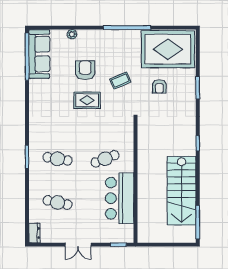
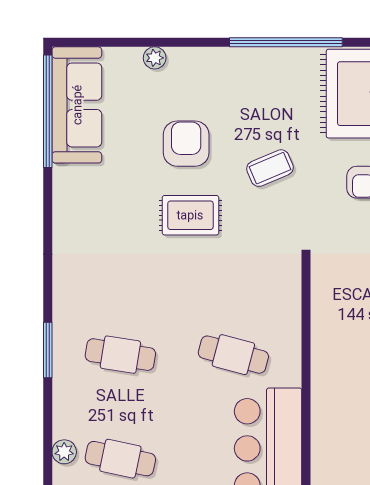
cafe table: (105, 159) -> (233, 355), turned 36
plant: (34, 200) -> (64, 452), added

